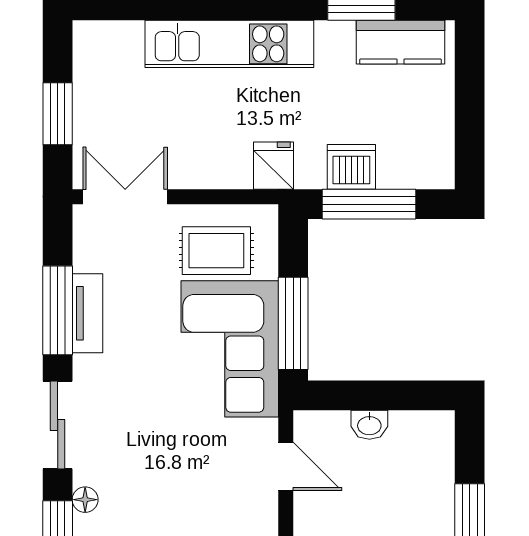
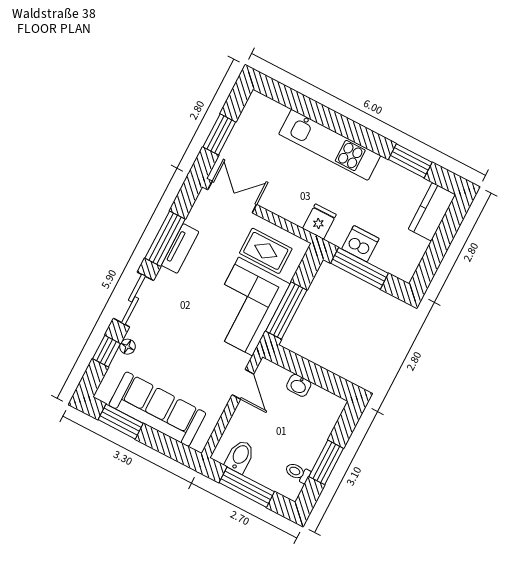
kitchen counter: (400, 42) -> (432, 212), moved, turned 90

